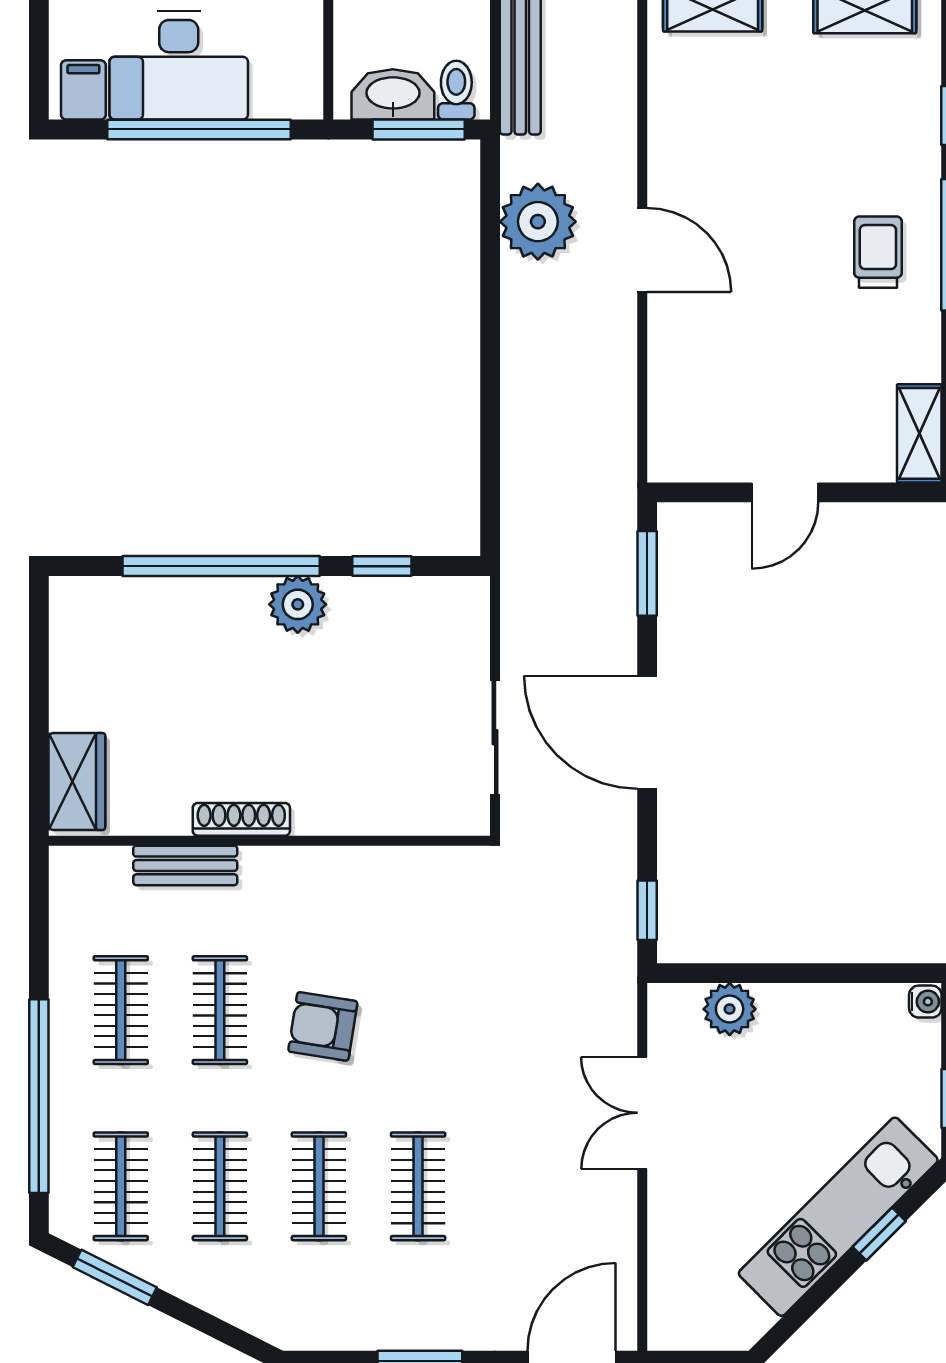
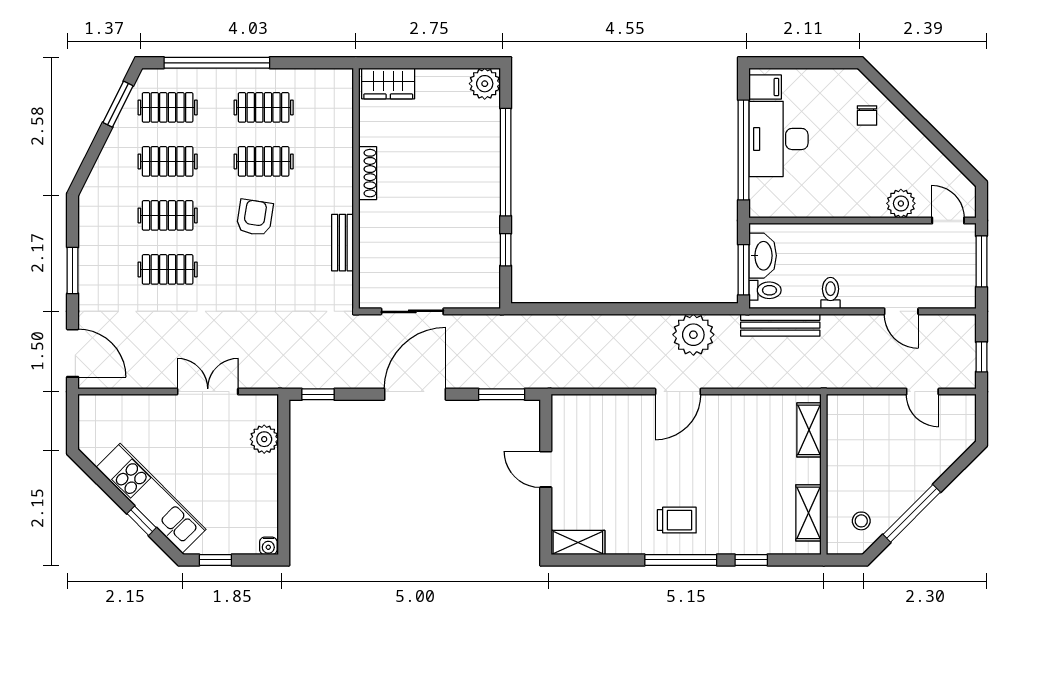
plant: (298, 604) -> (485, 84), moved
bench: (185, 865) -> (342, 243), moved

